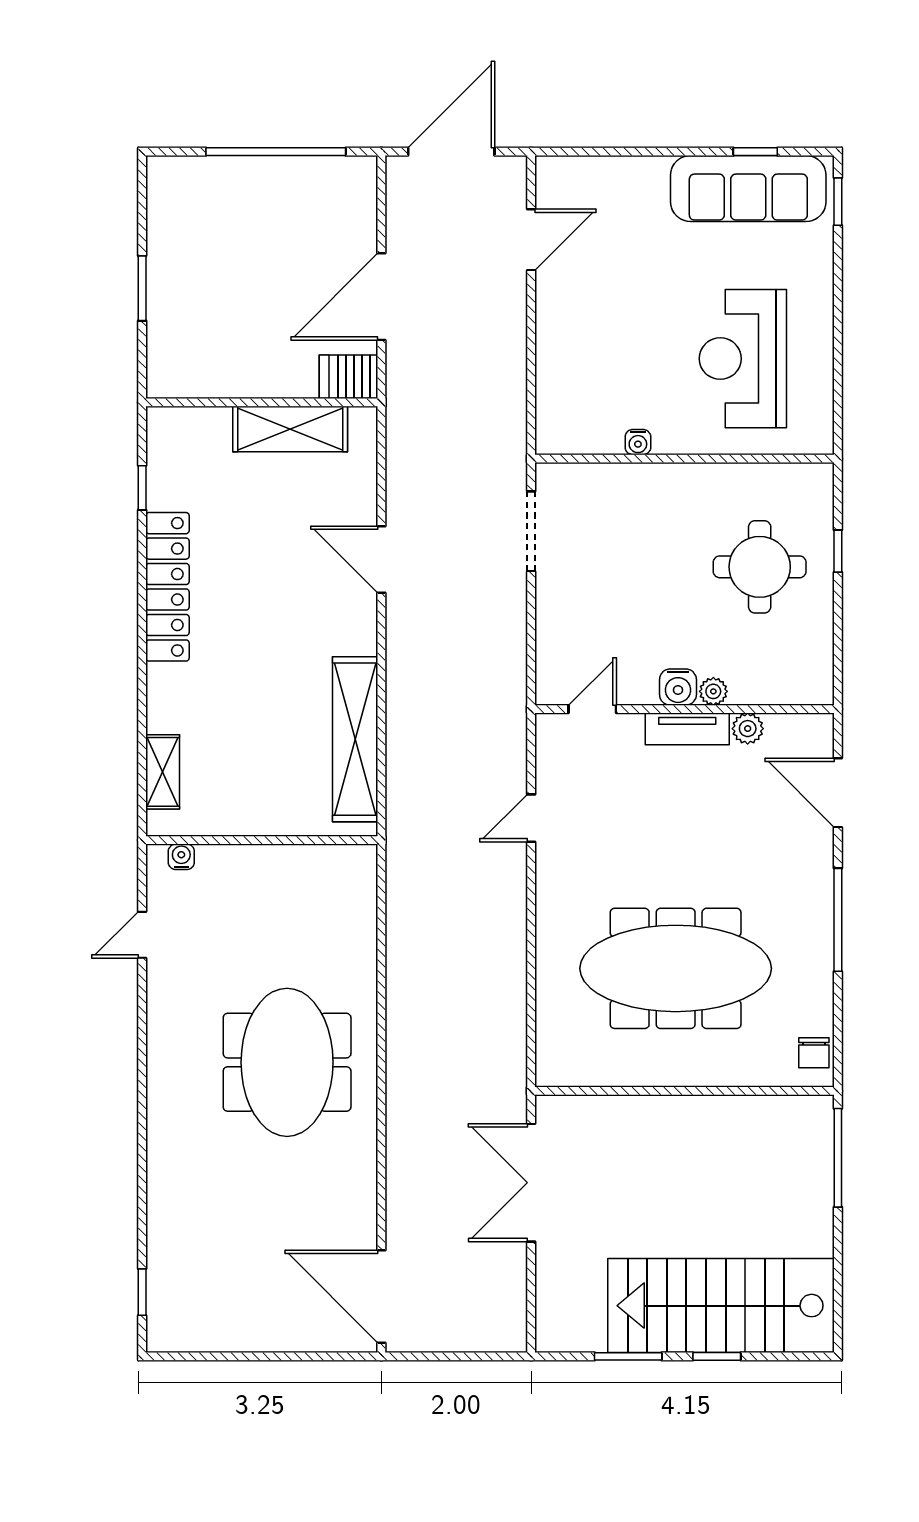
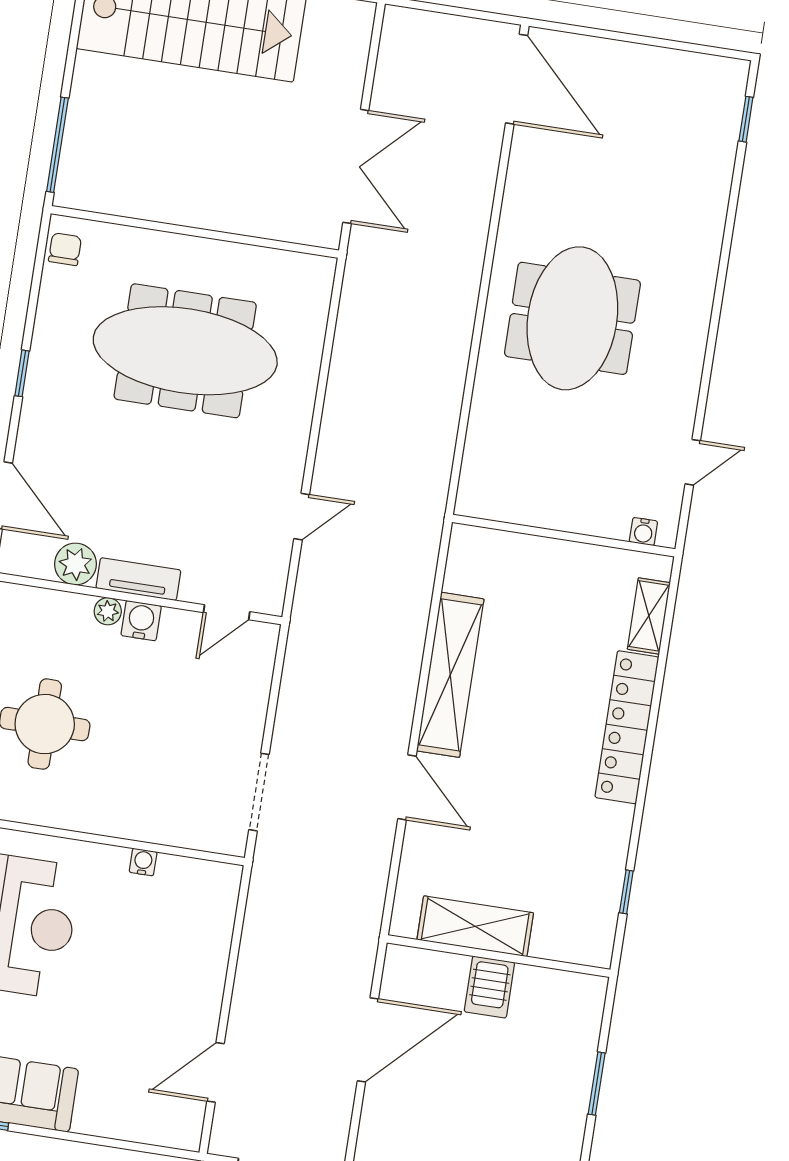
server rack: (349, 377) -> (489, 987), moved, turned 90
locker: (167, 587) -> (627, 727), moved
plant: (748, 729) -> (76, 564), width x1.38, depth x1.38
shelving: (355, 739) -> (450, 675), moved
window: (838, 920) -> (22, 373), width x0.46

